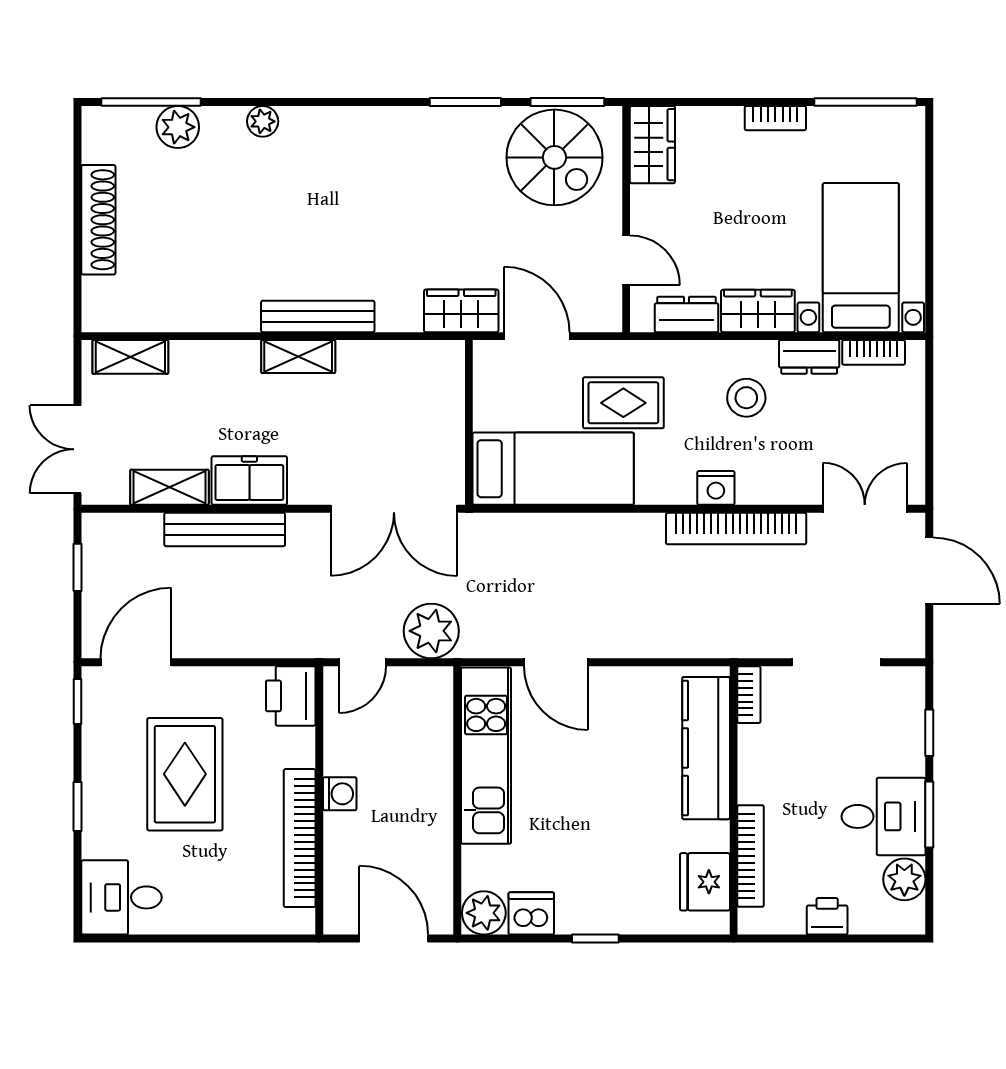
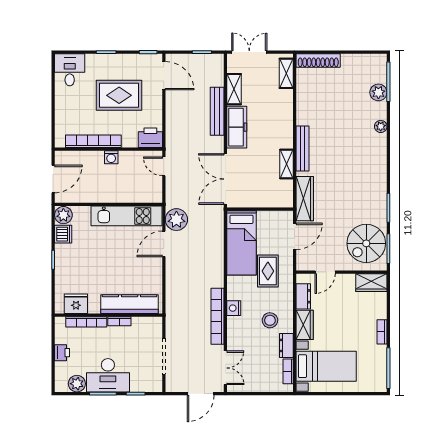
shoe rack: (98, 220) -> (318, 61), moved
wardrobe: (461, 311) -> (305, 199), width x1.50
shelving: (298, 357) -> (286, 164), moved
freezer: (249, 480) -> (237, 127), width x1.40
plant: (431, 631) -> (176, 220), moved
bookcase: (749, 695) -> (119, 321), moved
desk: (884, 816) -> (108, 375), width x1.37

